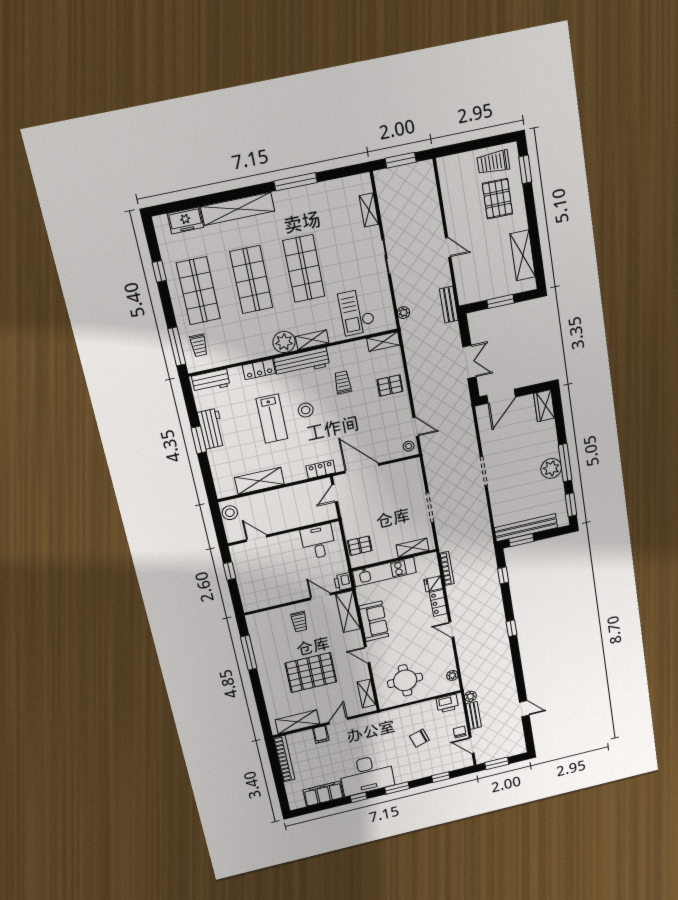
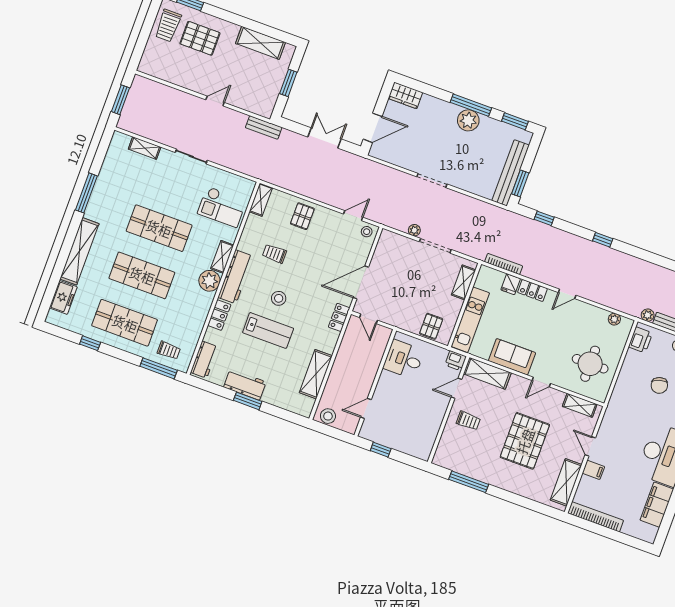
plant: (404, 313) -> (414, 230), moved
door: (501, 396) -> (373, 128), hinge flipped

